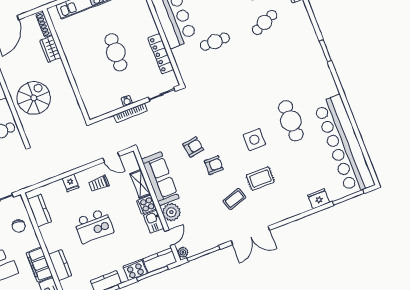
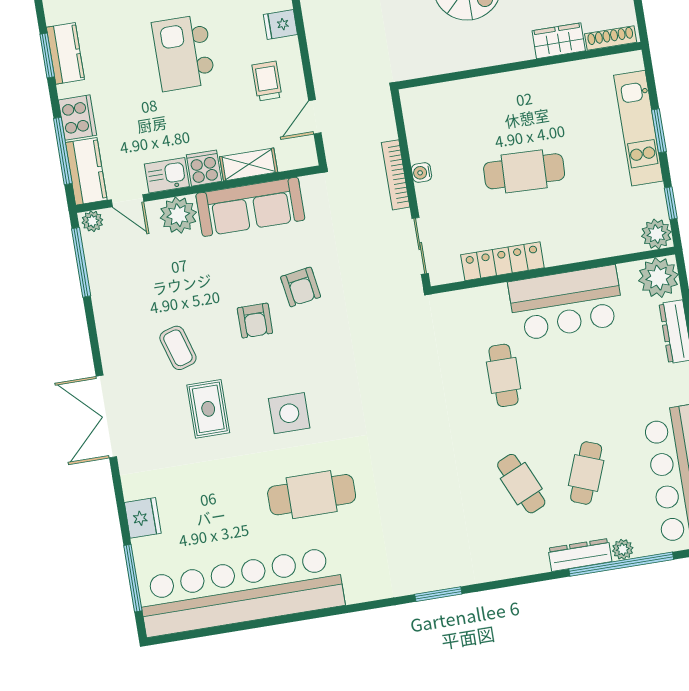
double door: (250, 235) -> (106, 417), moved

